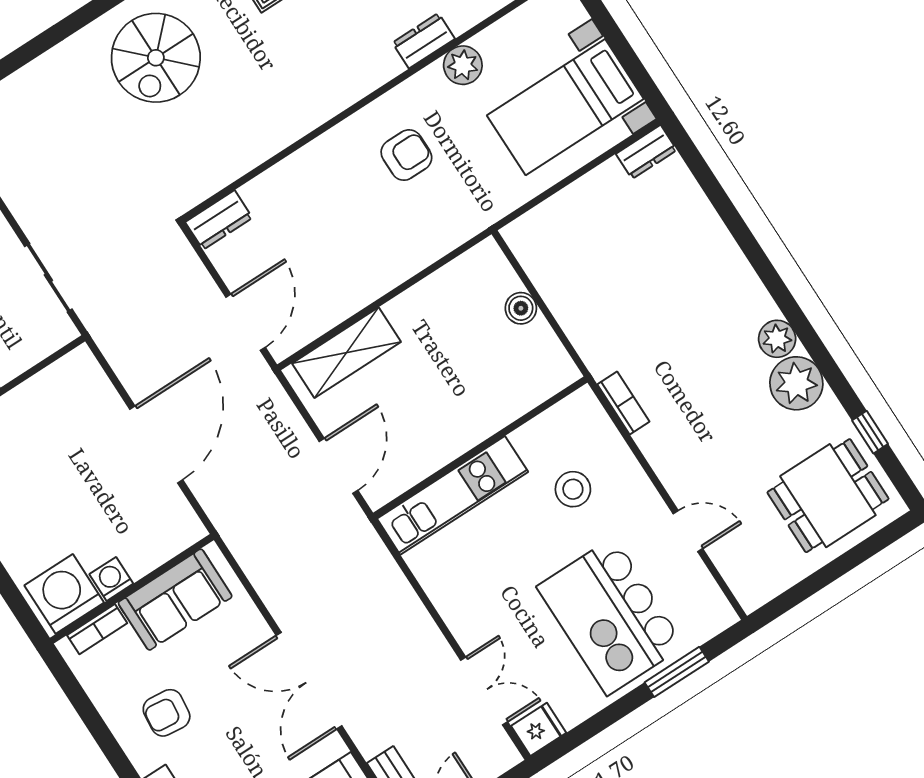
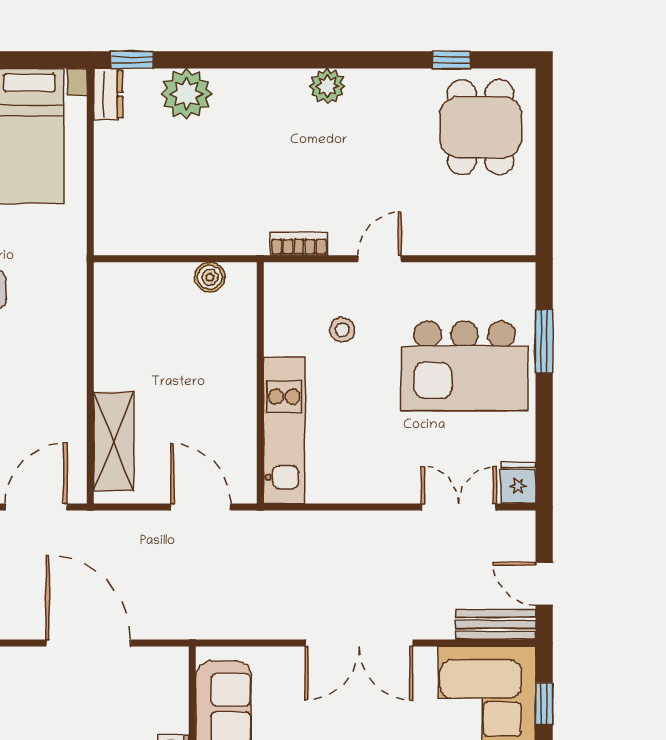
window: (690, 154) -> (132, 60), added
boiler: (521, 308) -> (210, 277), moved
door: (246, 322) -> (36, 507), hinge flipped
plant: (796, 383) -> (186, 94), moved
stool: (573, 489) -> (342, 330), width x0.73, depth x0.73
door: (688, 531) -> (380, 259), moved

